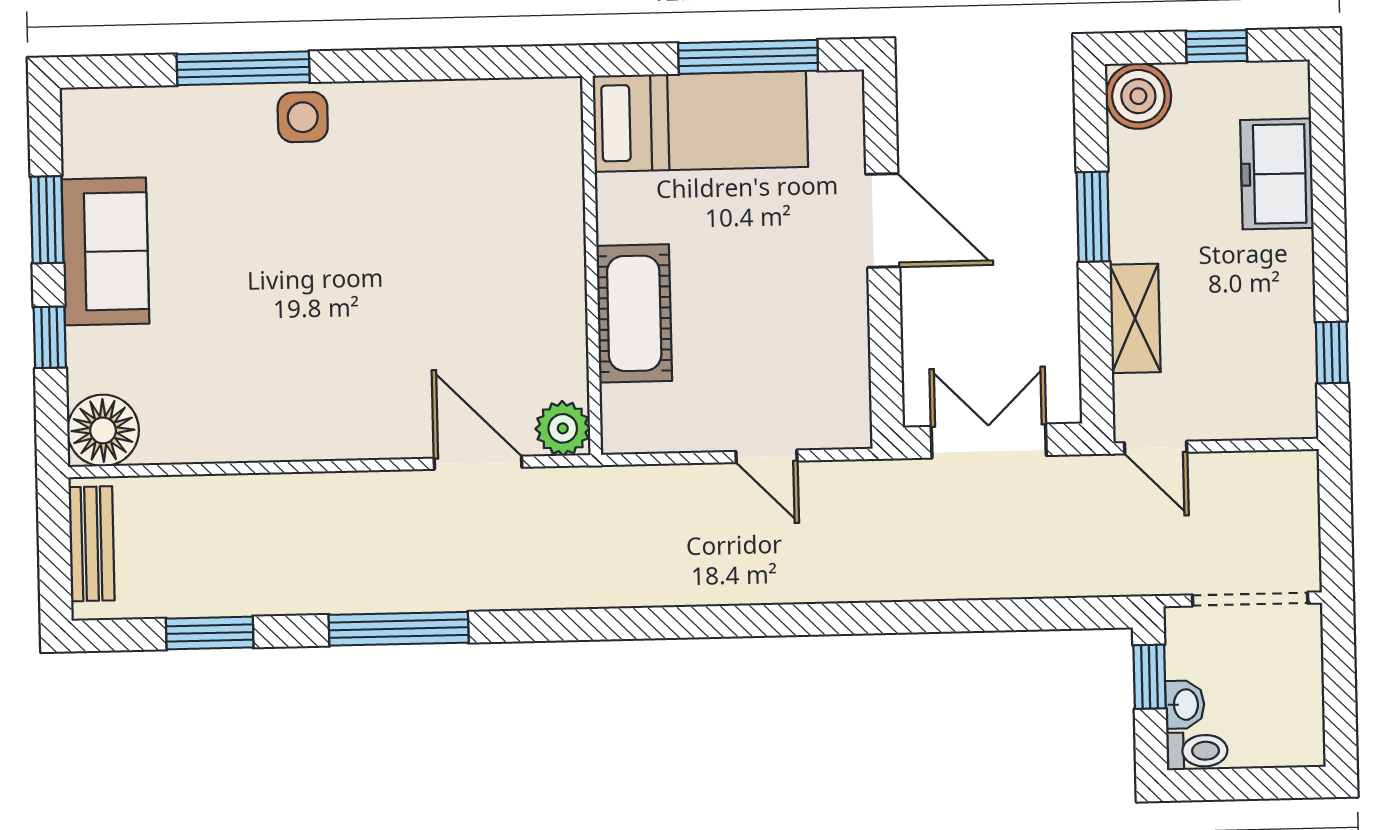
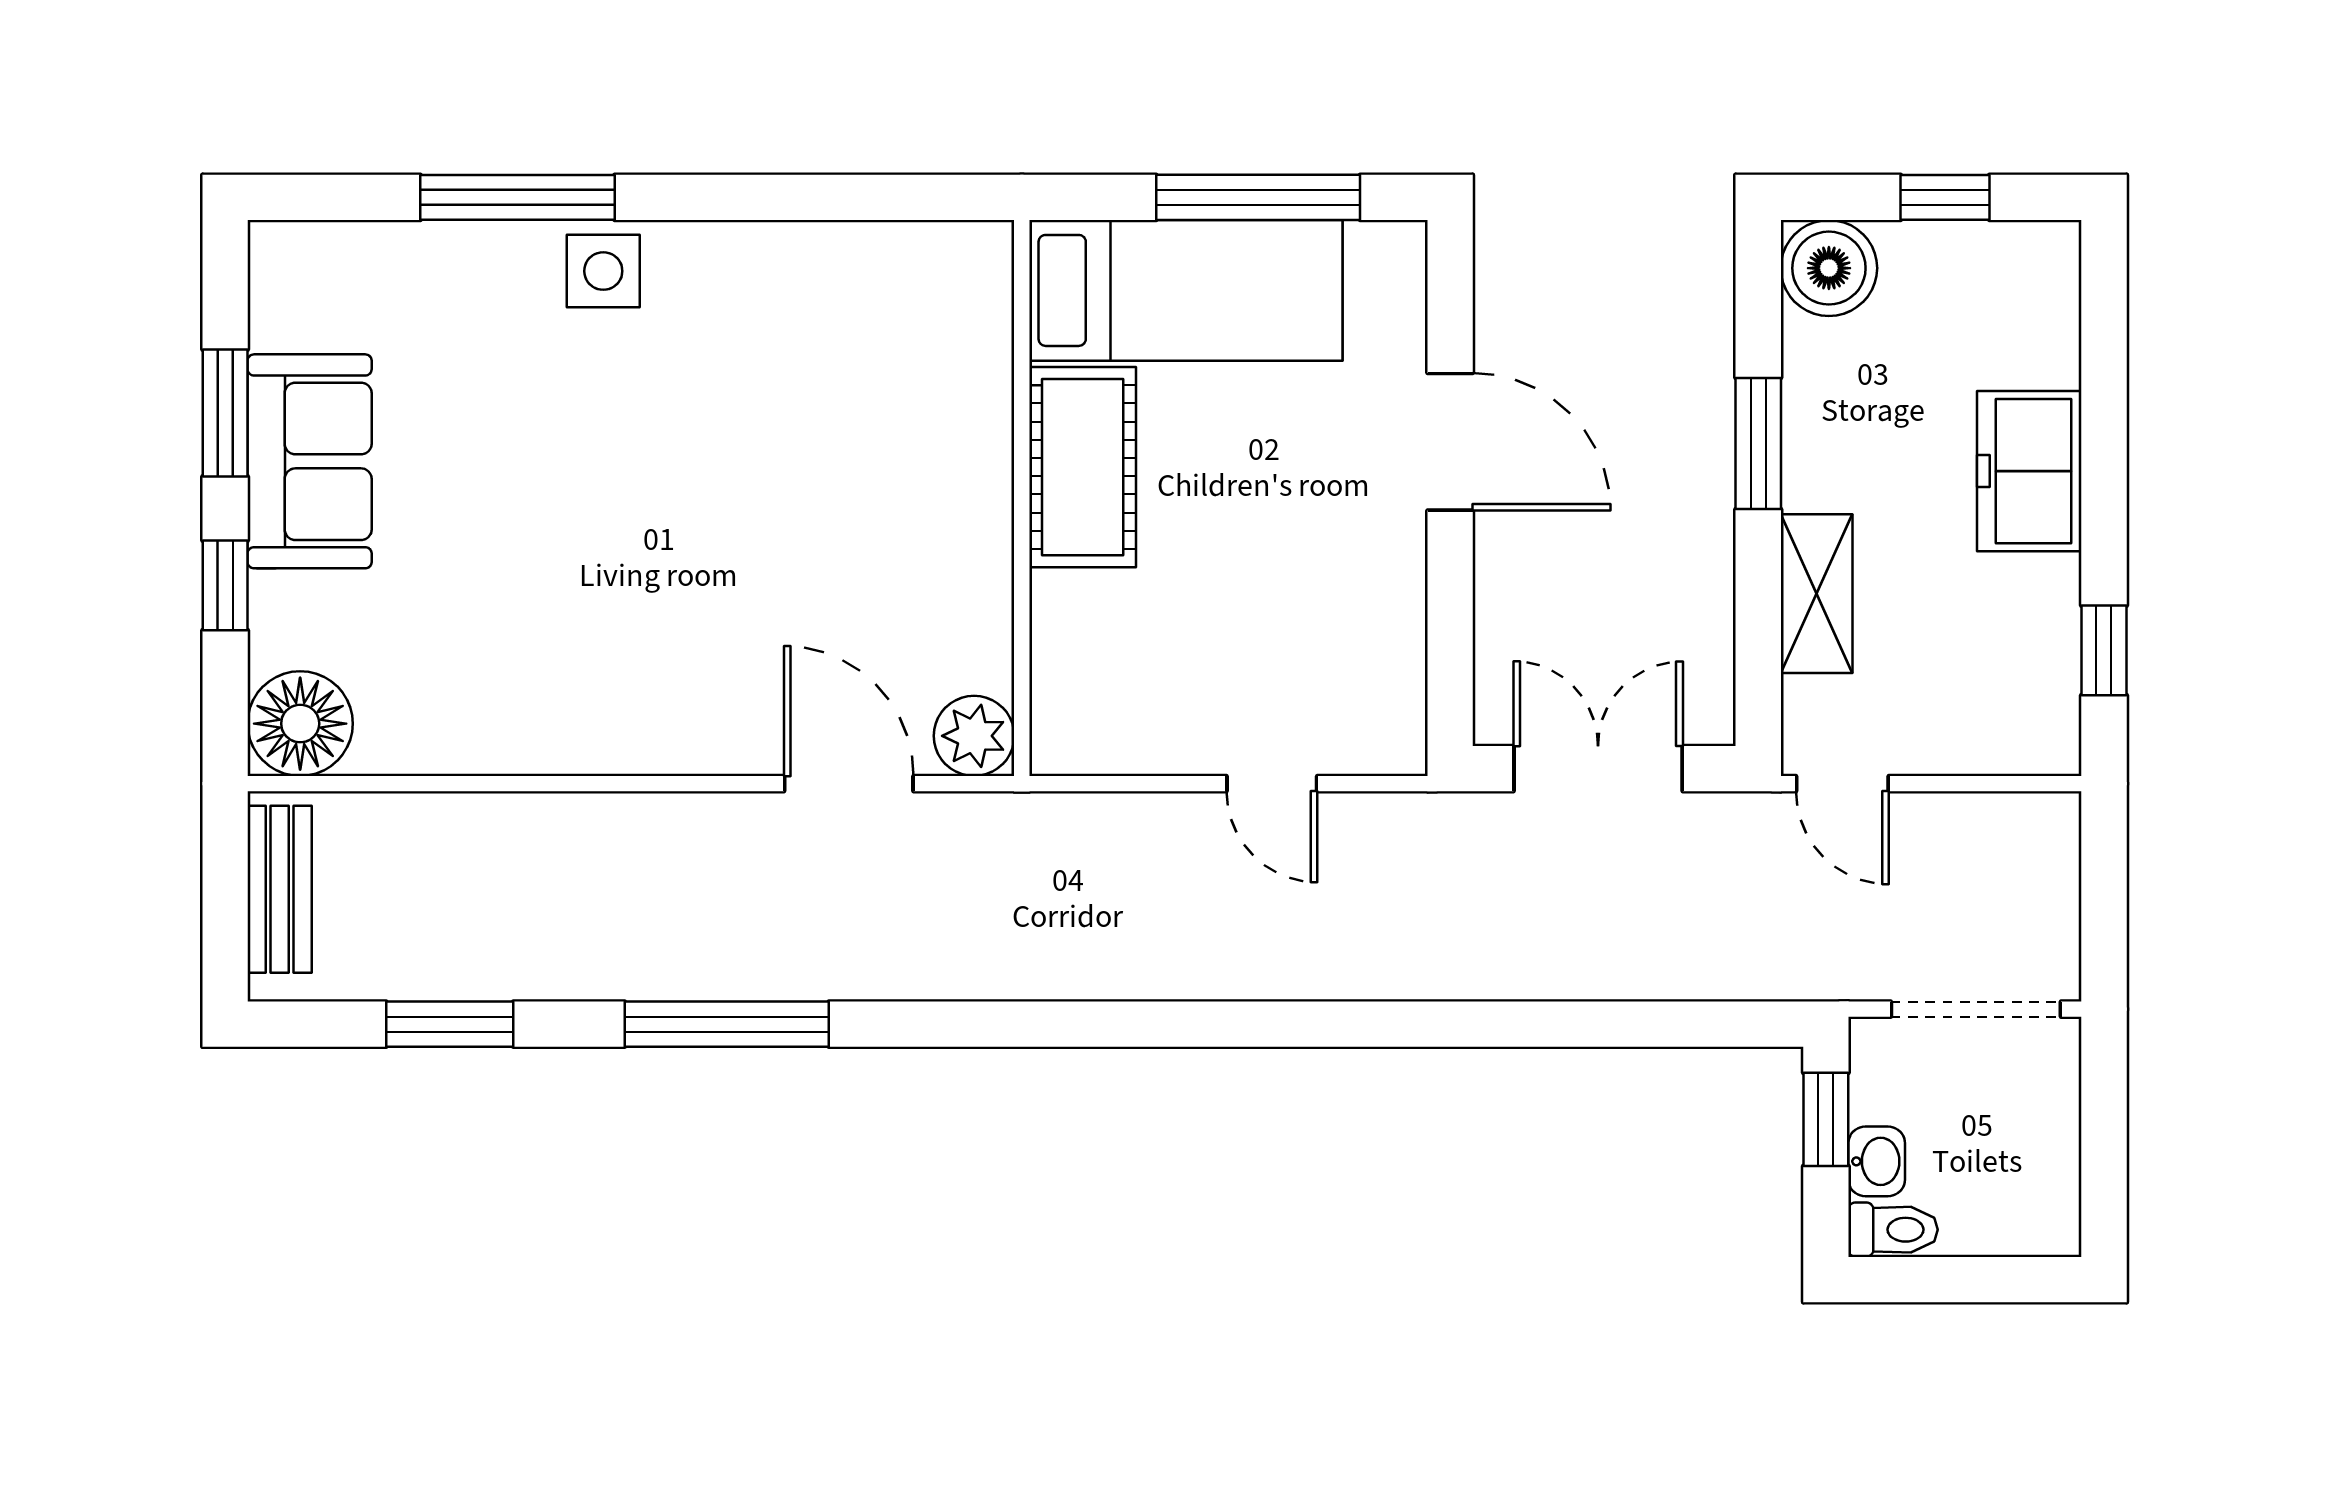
freezer: (1277, 174) -> (2029, 471), moved
cot: (634, 313) -> (1083, 467), moved

